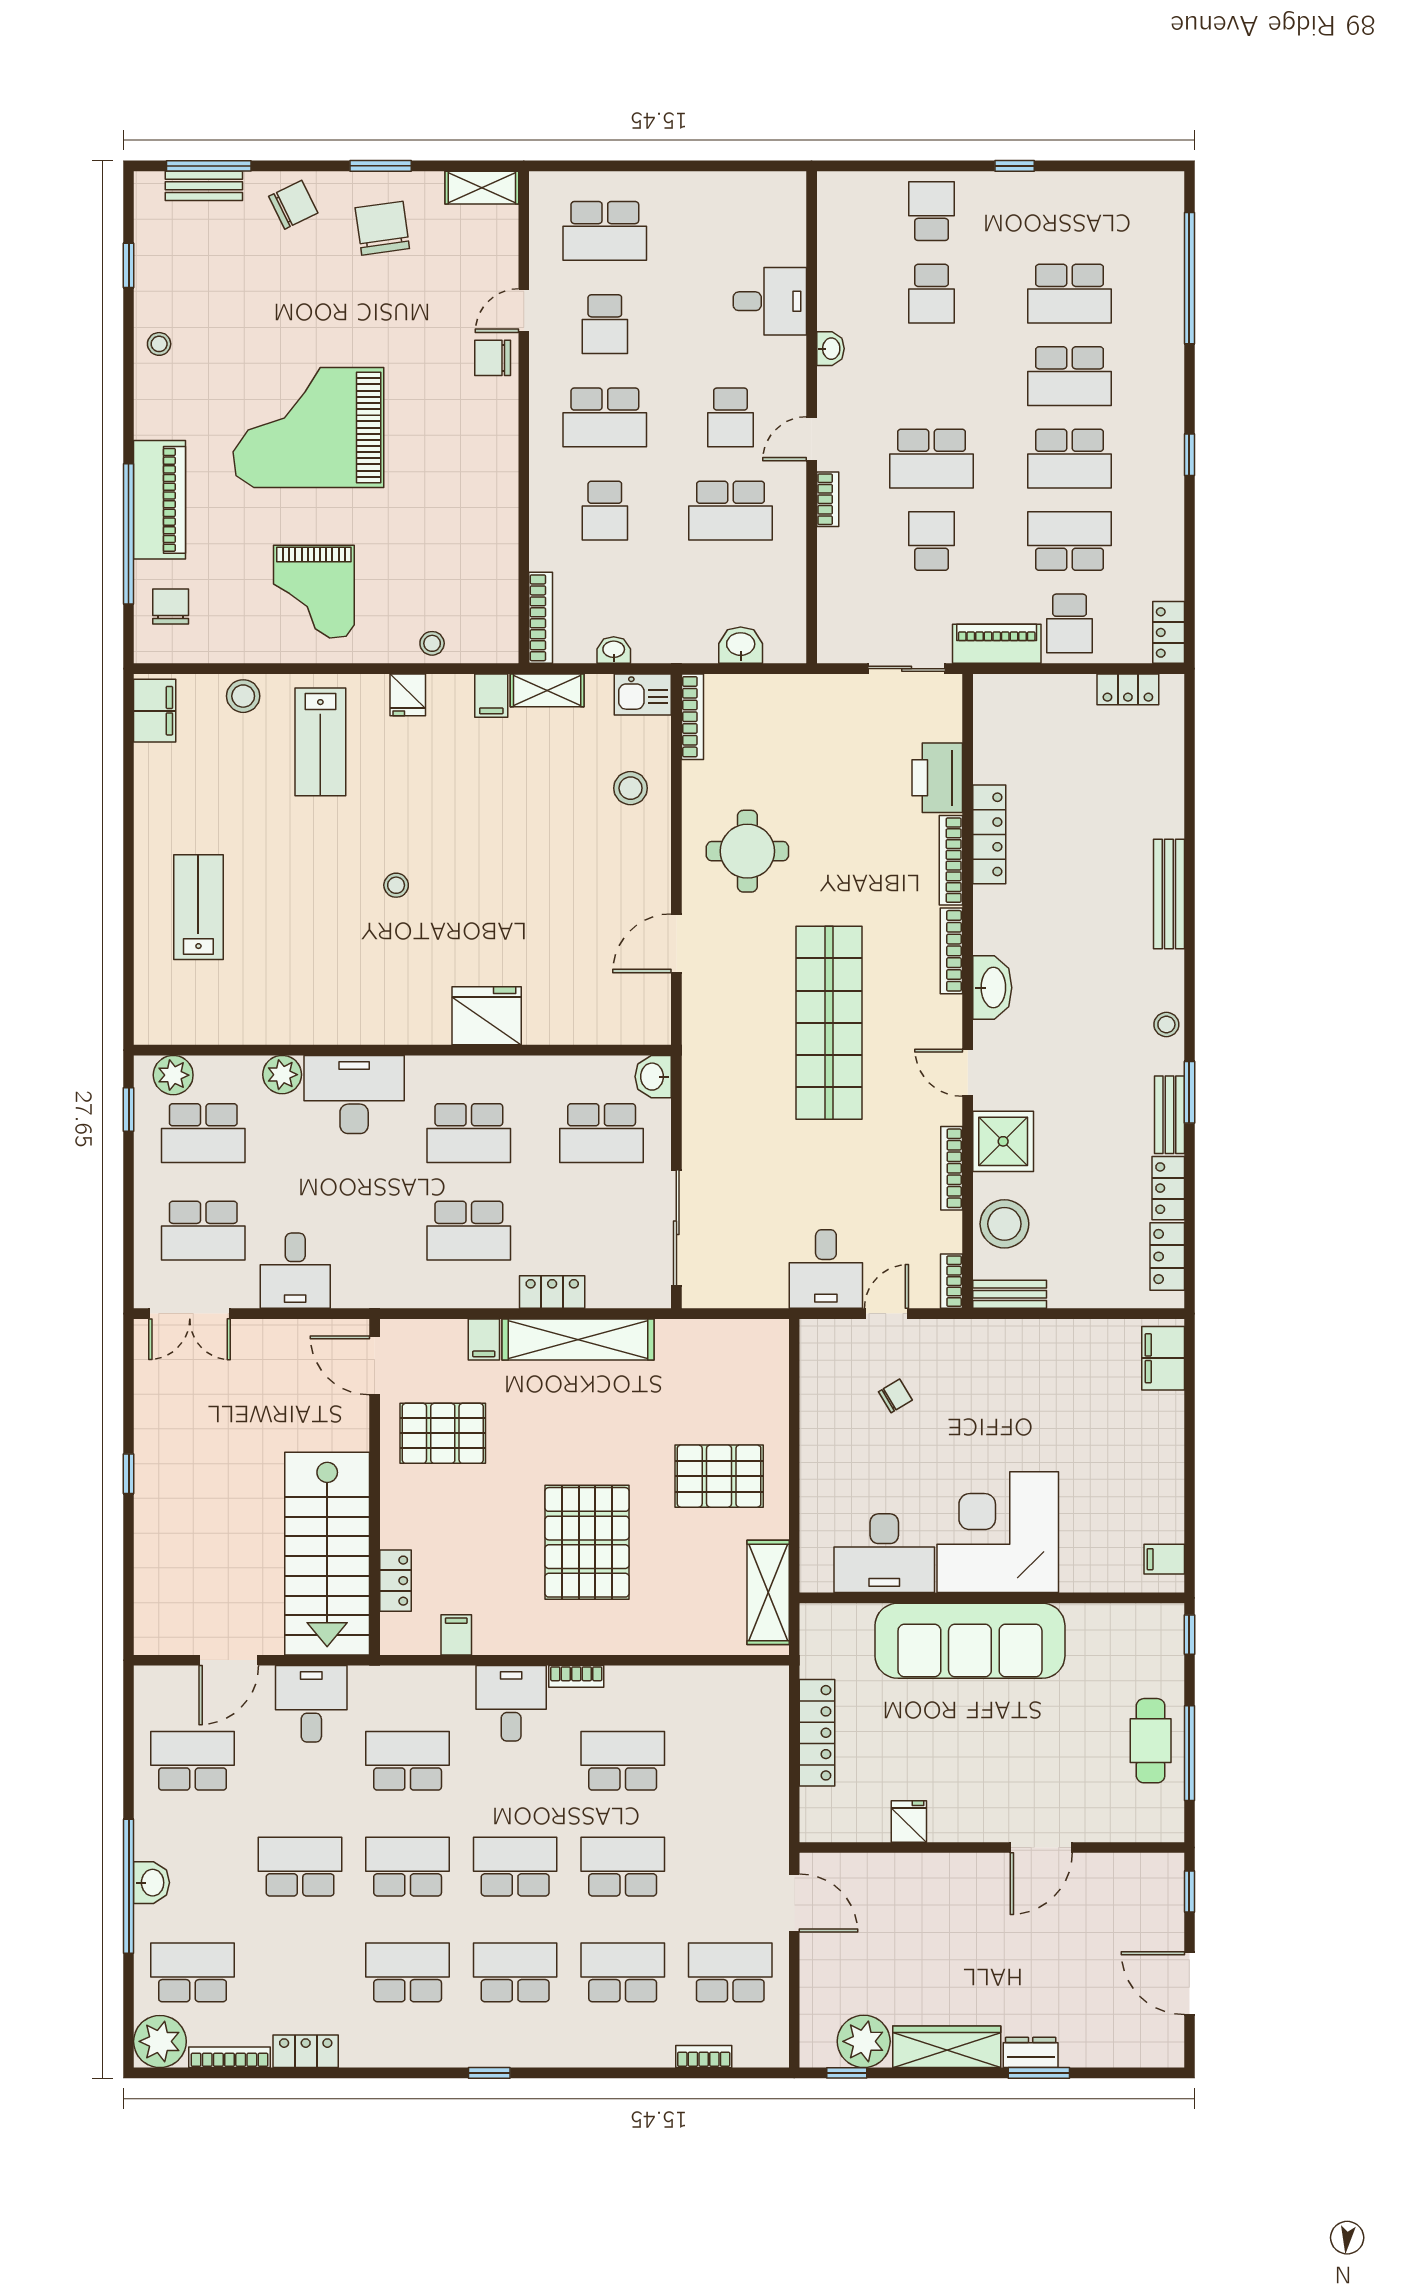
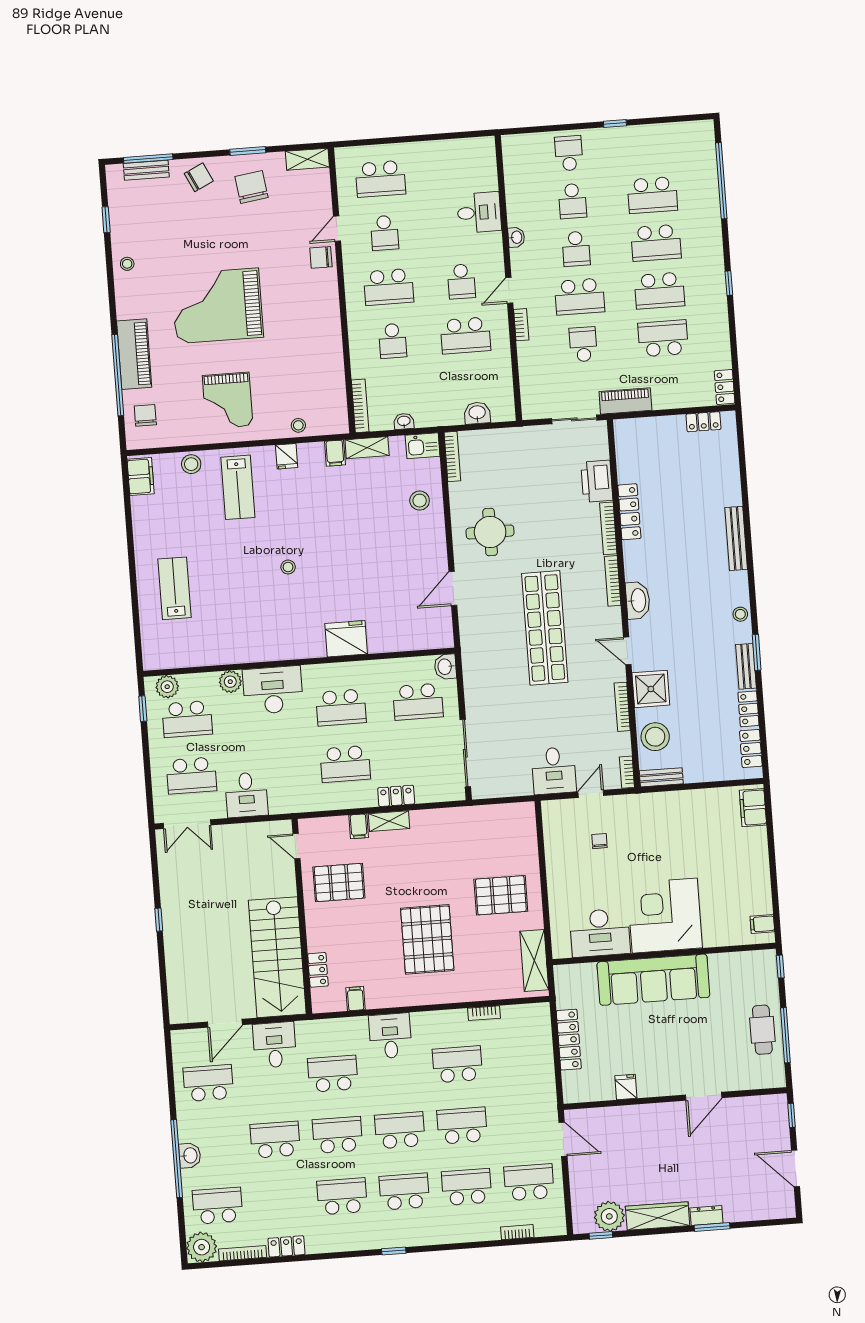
school desk: (1070, 623) -> (576, 249), moved
shelving: (578, 1339) -> (389, 821), width x0.45, depth x0.75
door: (375, 1365) -> (297, 846), width x0.73
chair: (895, 1396) -> (599, 841), turned -59
bookcase: (576, 1676) -> (484, 1013), moved

